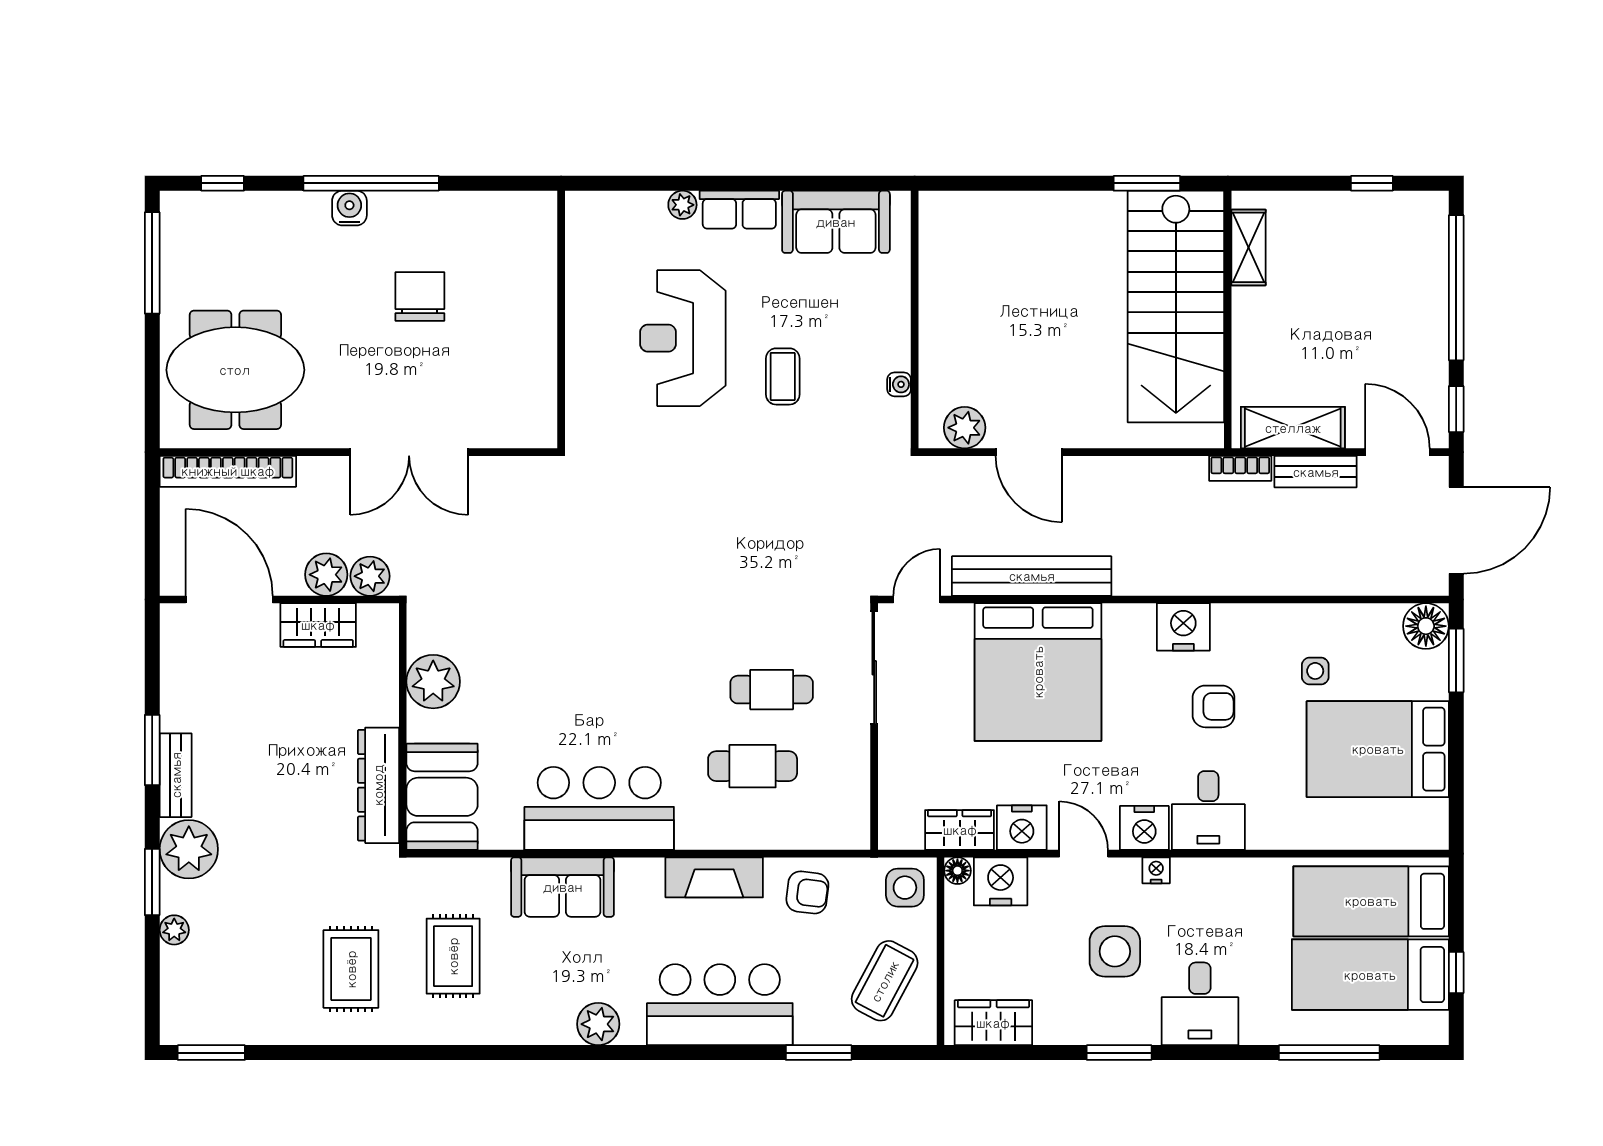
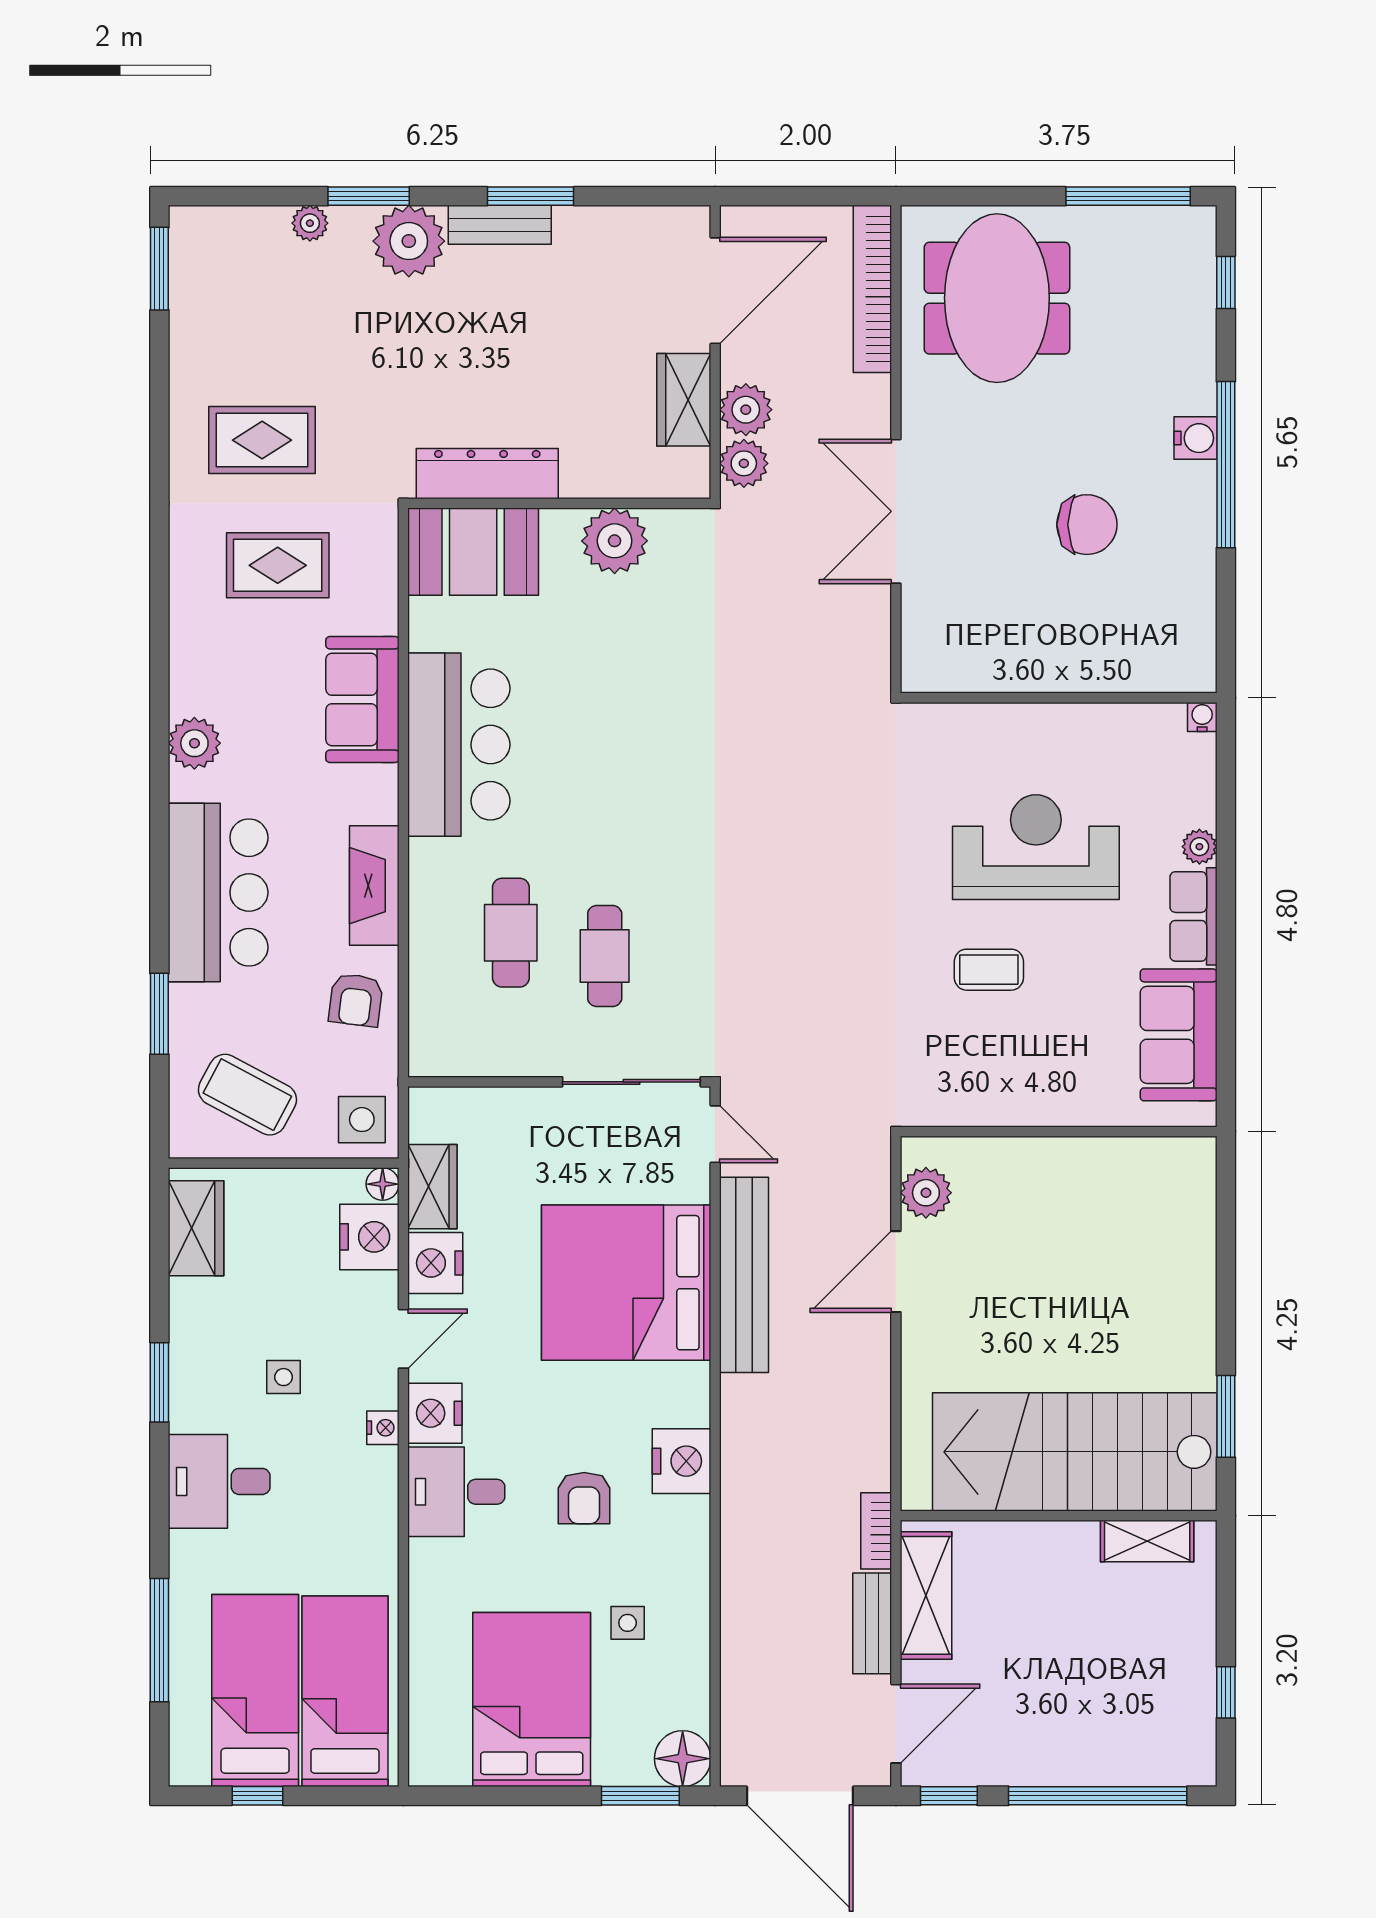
water cooler: (899, 384) -> (1202, 717), moved, turned 180
side table: (1115, 951) -> (284, 1377), width x0.54, depth x0.54

